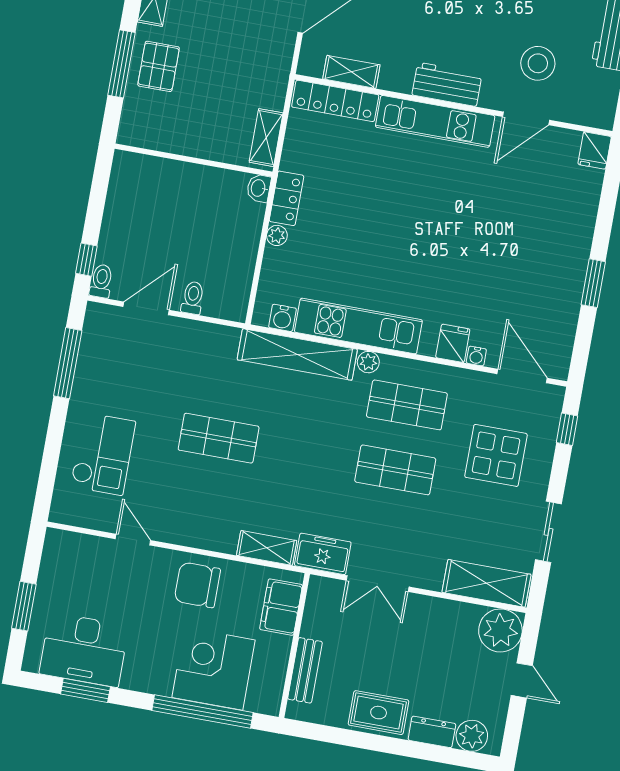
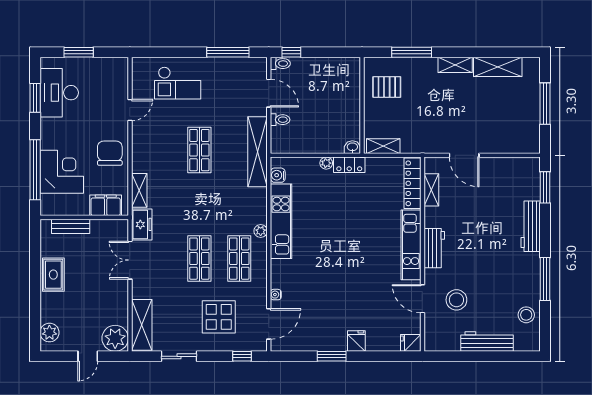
pallet: (159, 66) -> (387, 87), moved
fridge: (453, 343) -> (356, 341), moved, turned -90
shelving: (297, 354) -> (258, 152), moved
dresser: (432, 732) -> (48, 308), removed

